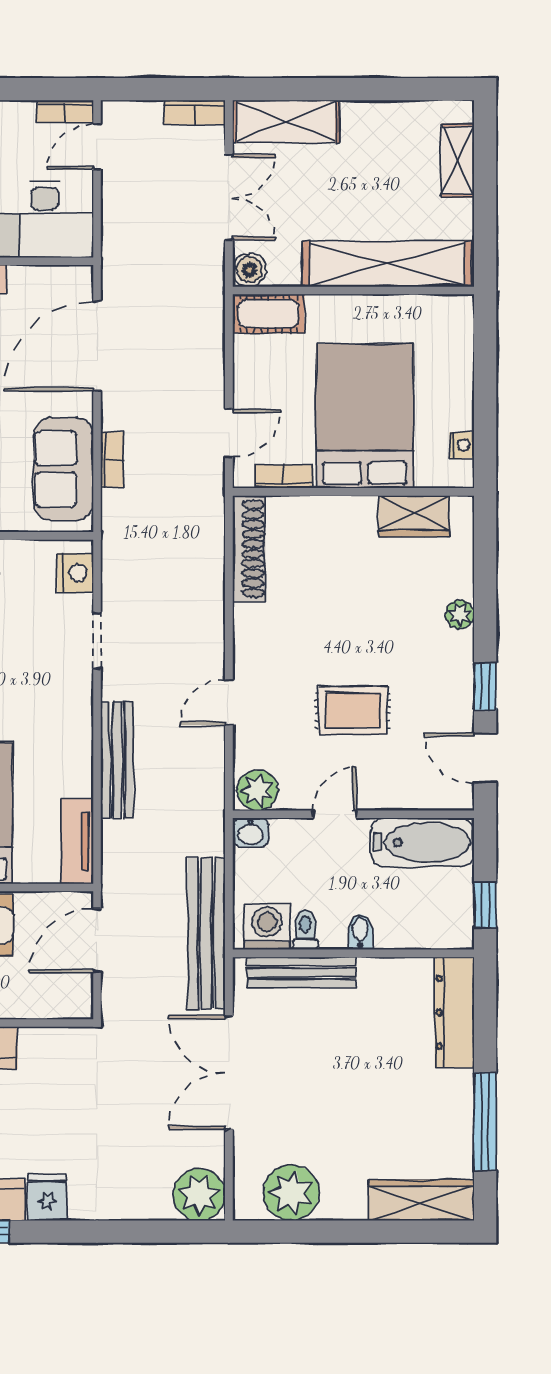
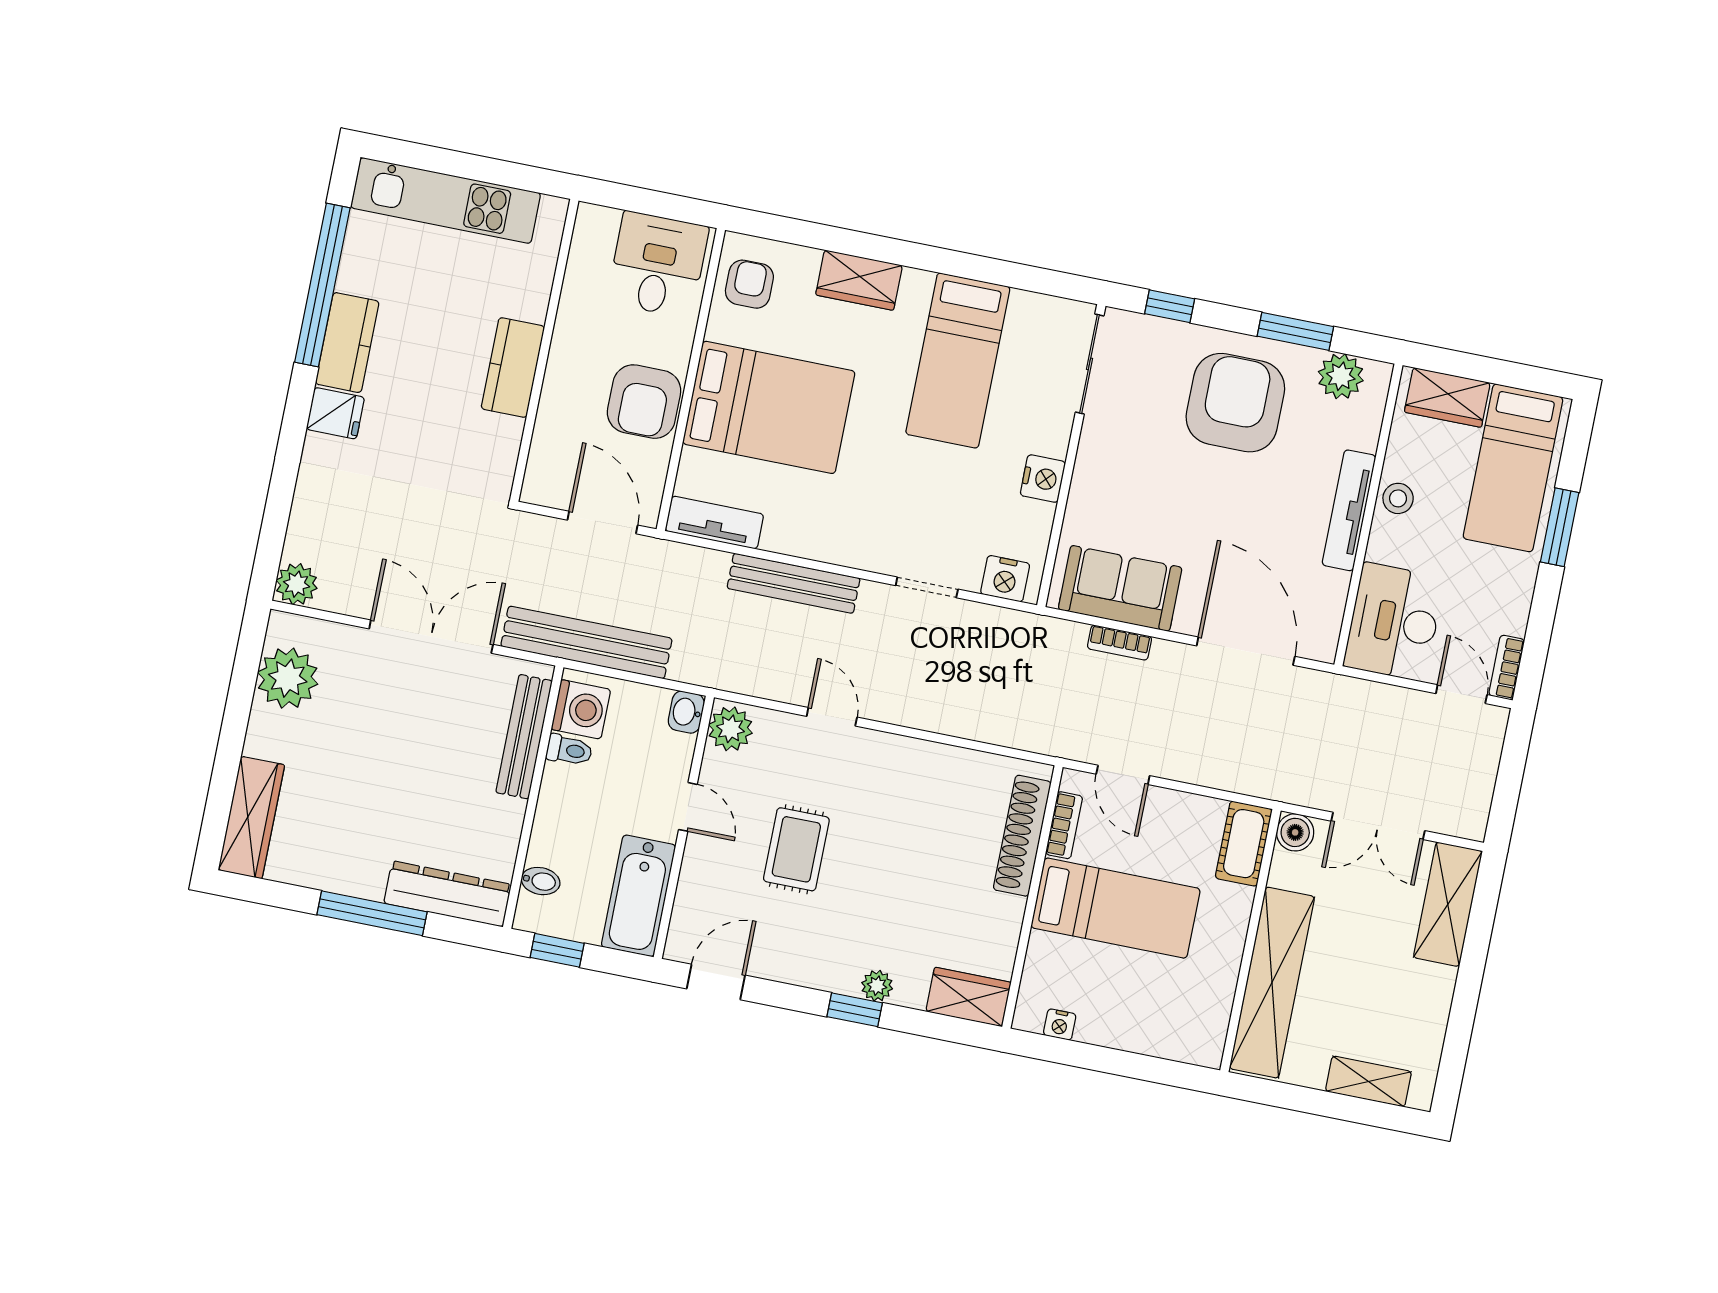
bookcase: (194, 112) -> (1478, 807), removed
bed: (365, 416) -> (1116, 908), width x0.67
wardrobe: (414, 516) -> (968, 997), moved, turned 90
shoe rack: (249, 549) -> (1022, 836), moved, turned 90
window: (485, 687) -> (855, 1010), moved
bidet: (360, 932) -> (541, 881), moved
window: (485, 1122) -> (372, 913), moved
plant: (199, 1195) -> (297, 584), width x0.73, depth x0.73

